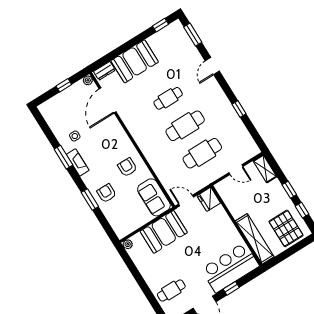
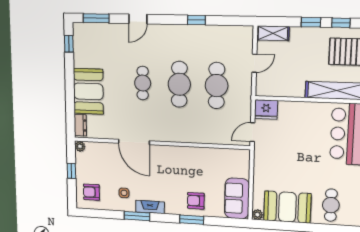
door: (212, 66) -> (138, 19), hinge flipped
door: (108, 100) -> (134, 142), moved
armchair: (127, 167) -> (91, 192), moved
sofa: (154, 197) -> (237, 198), moved, turned 90
booth: (164, 232) -> (287, 207), moved, turned 90

